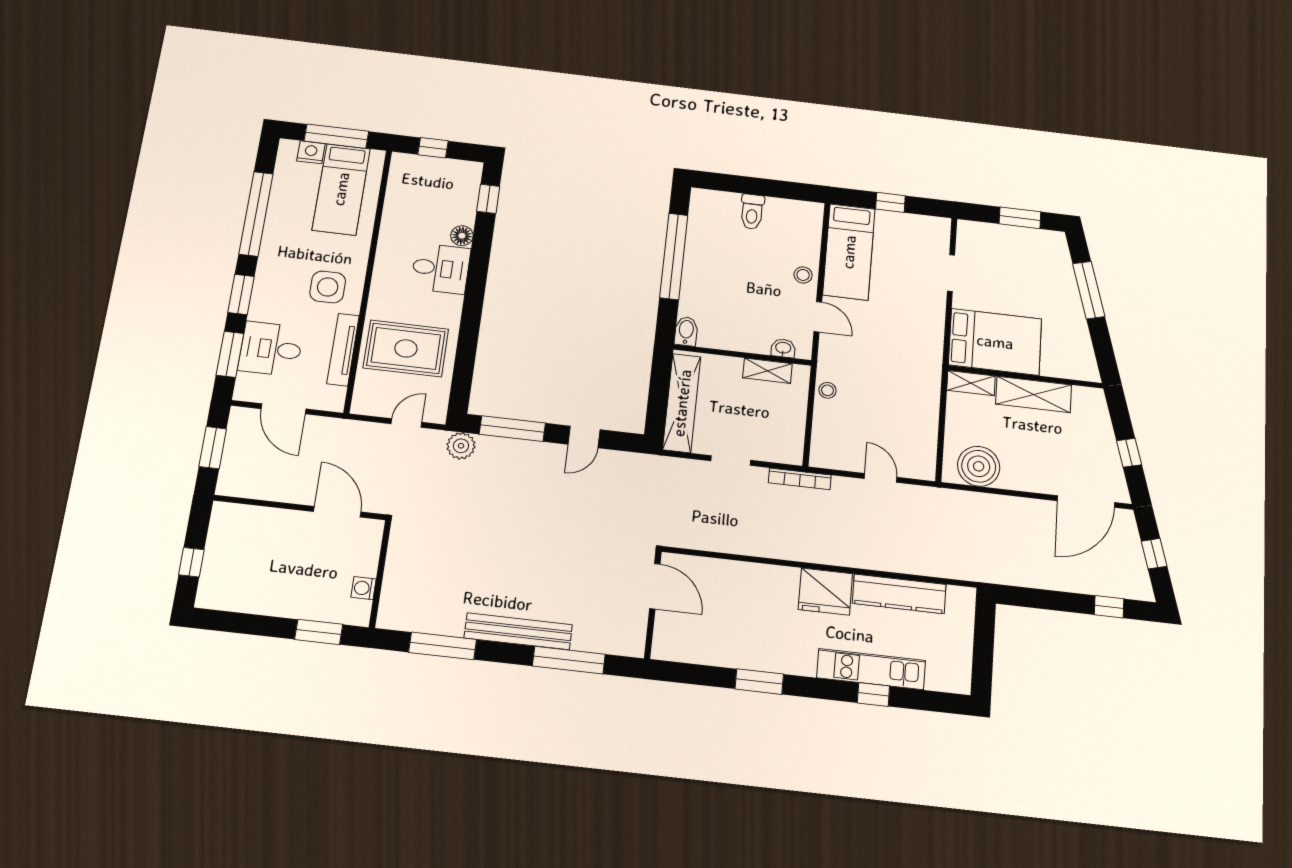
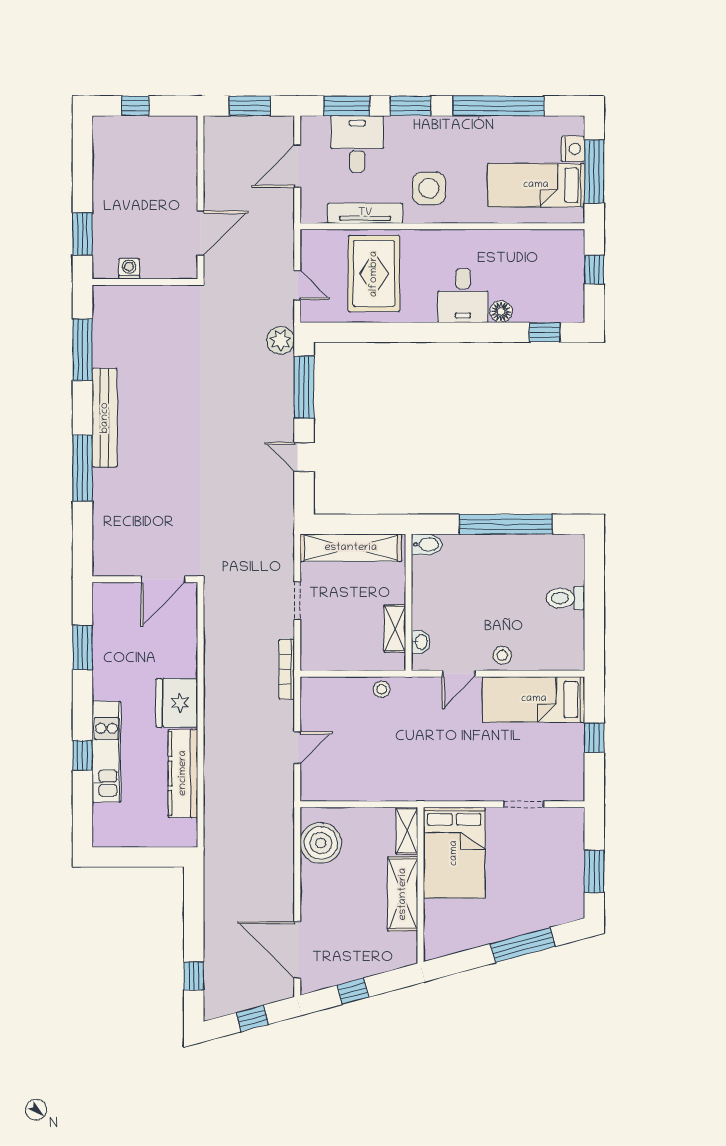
door: (655, 586) -> (163, 579), moved
wall: (653, 605) -> (145, 579), moved

